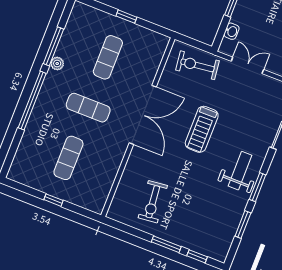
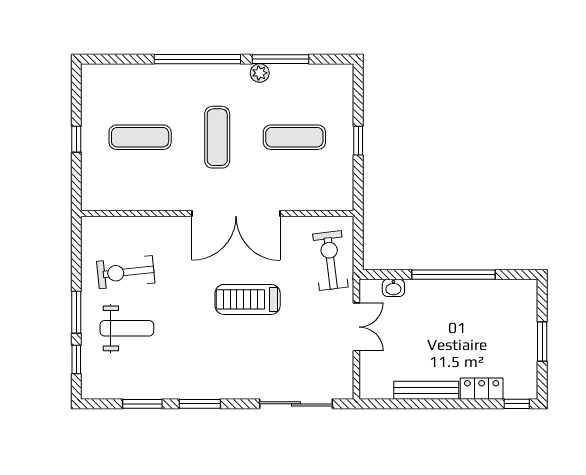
weight bench: (240, 171) -> (127, 328), moved

